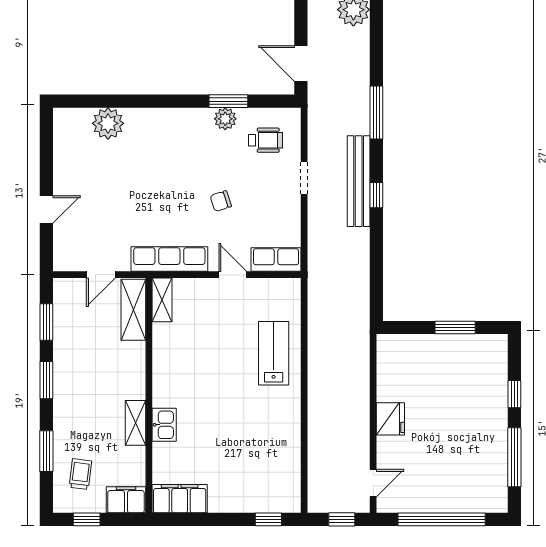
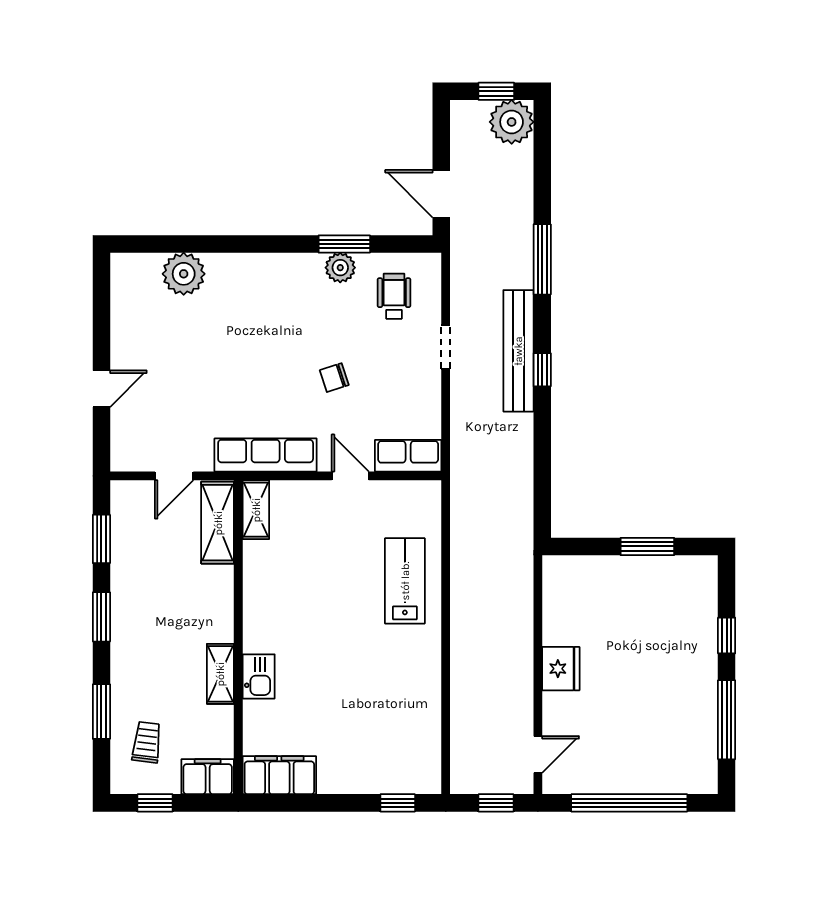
wheelchair: (265, 140) -> (394, 296), turned -90

